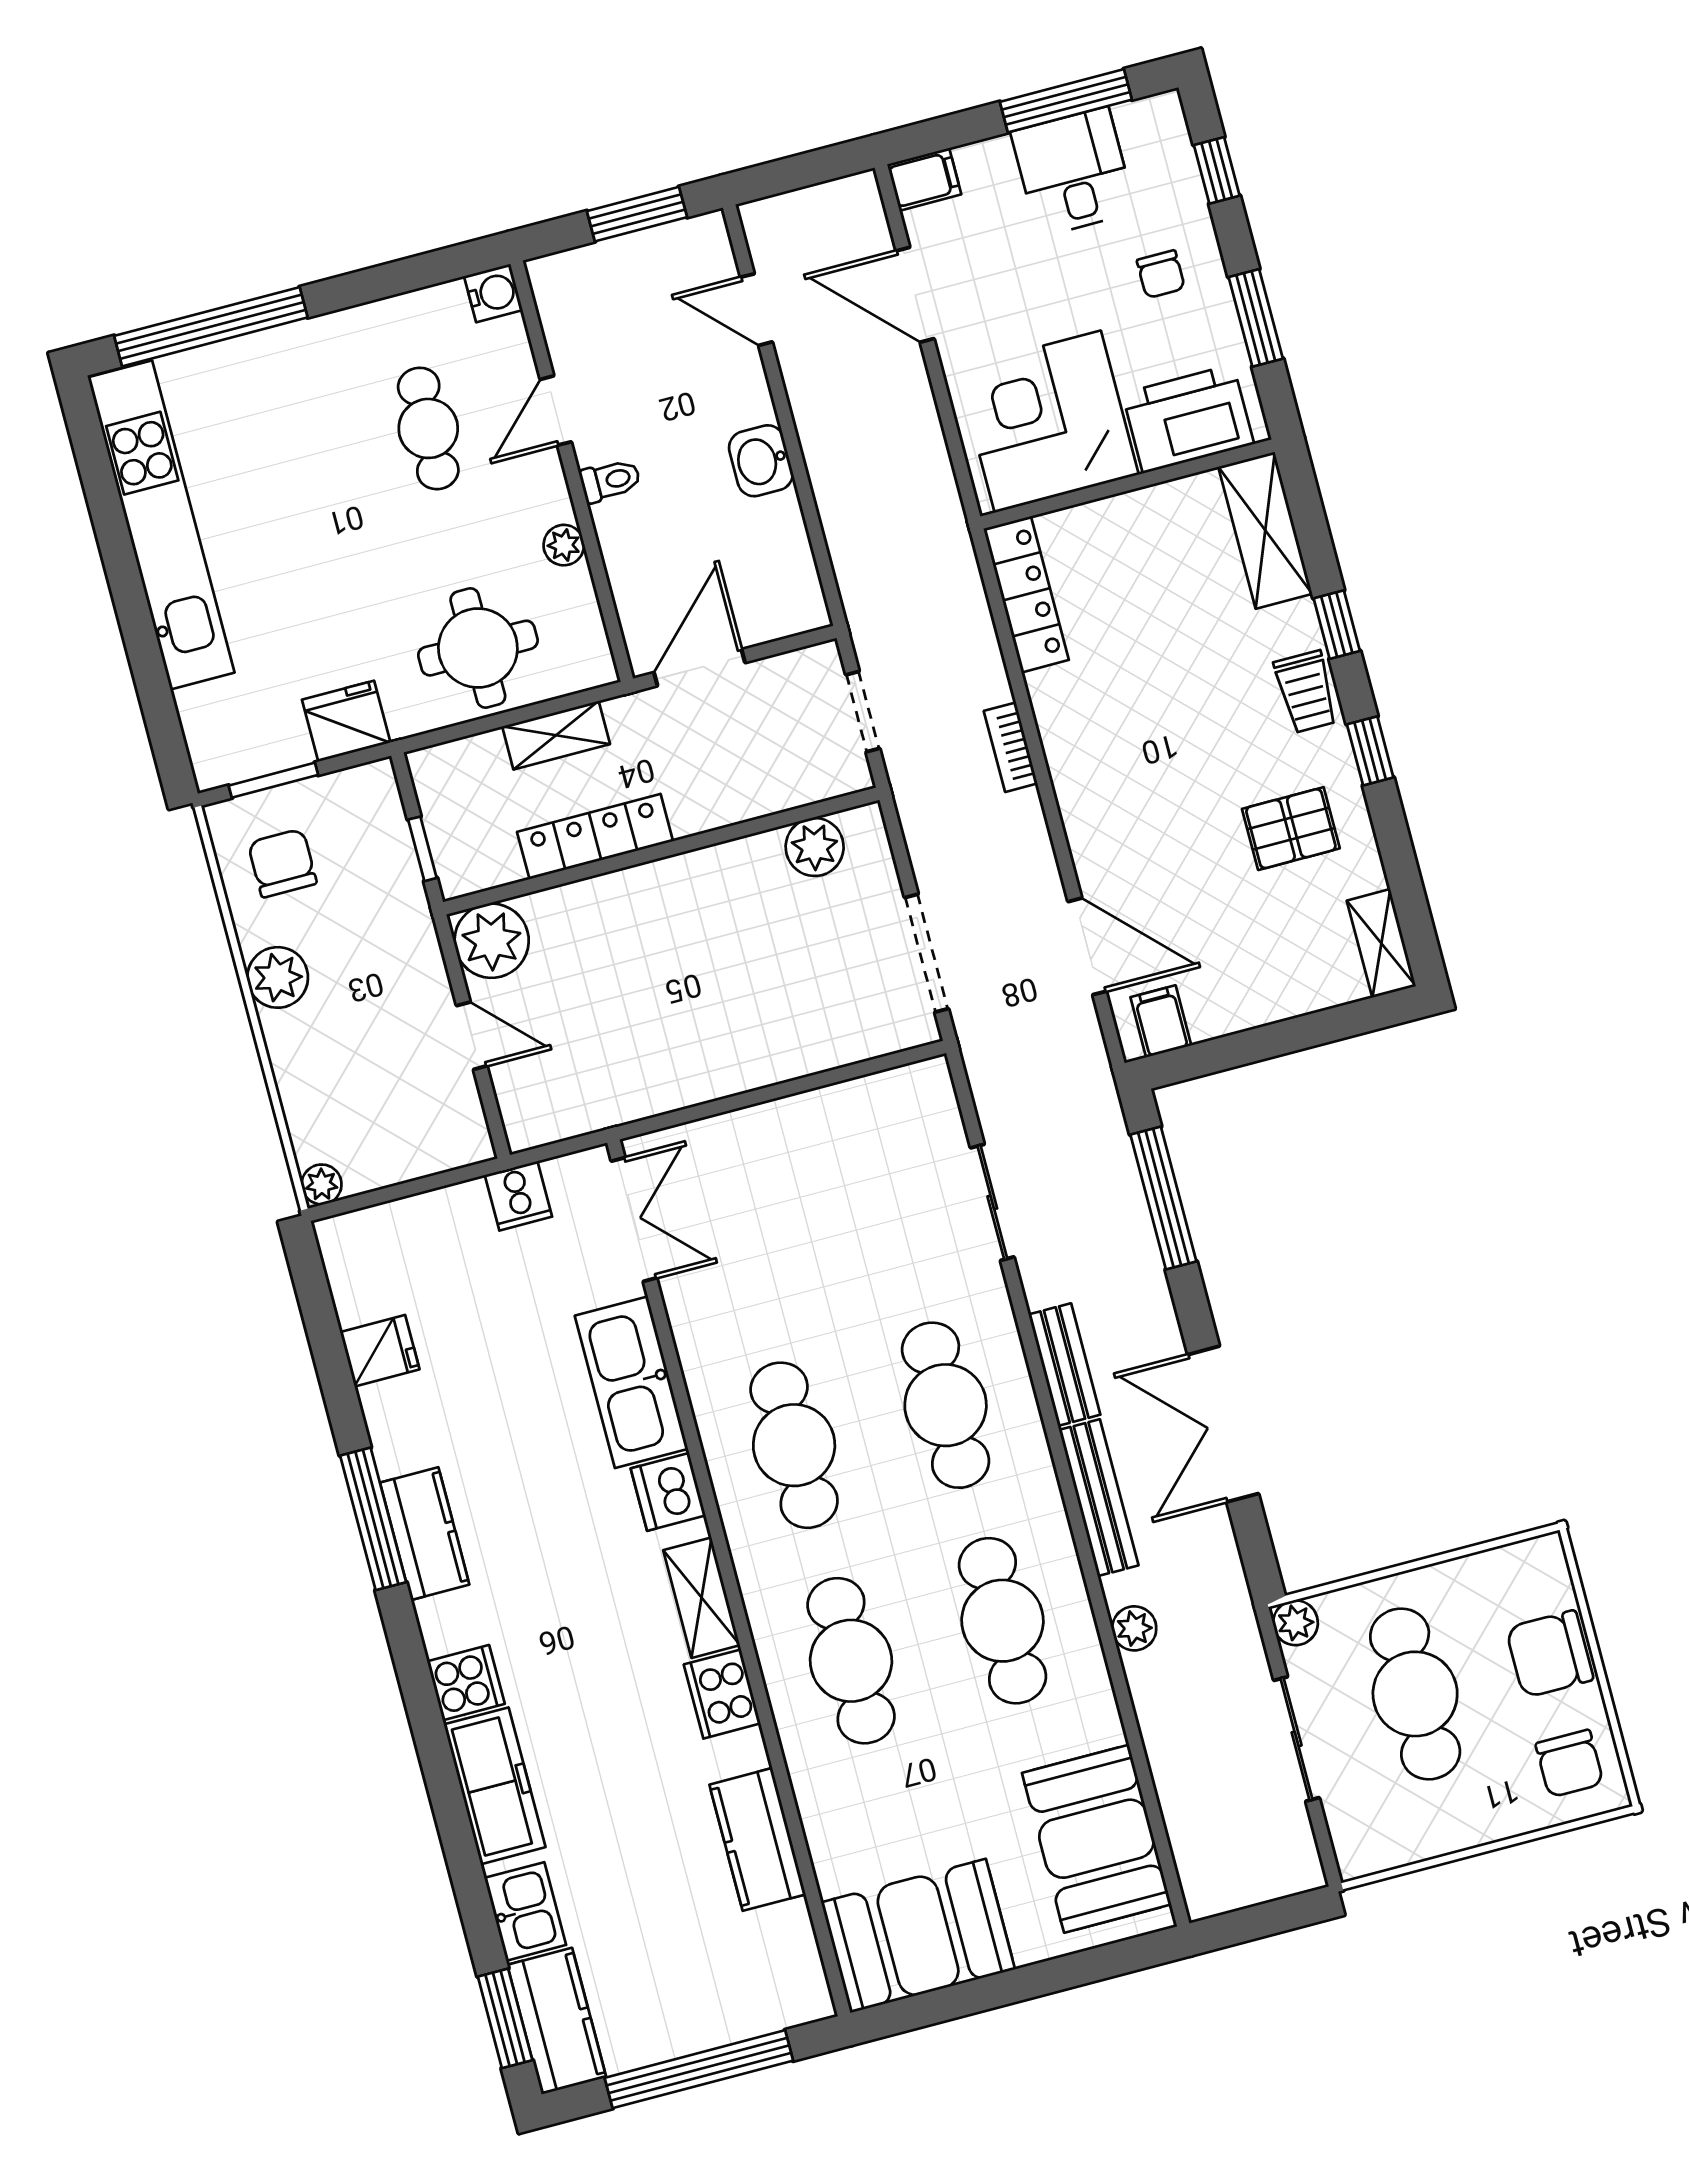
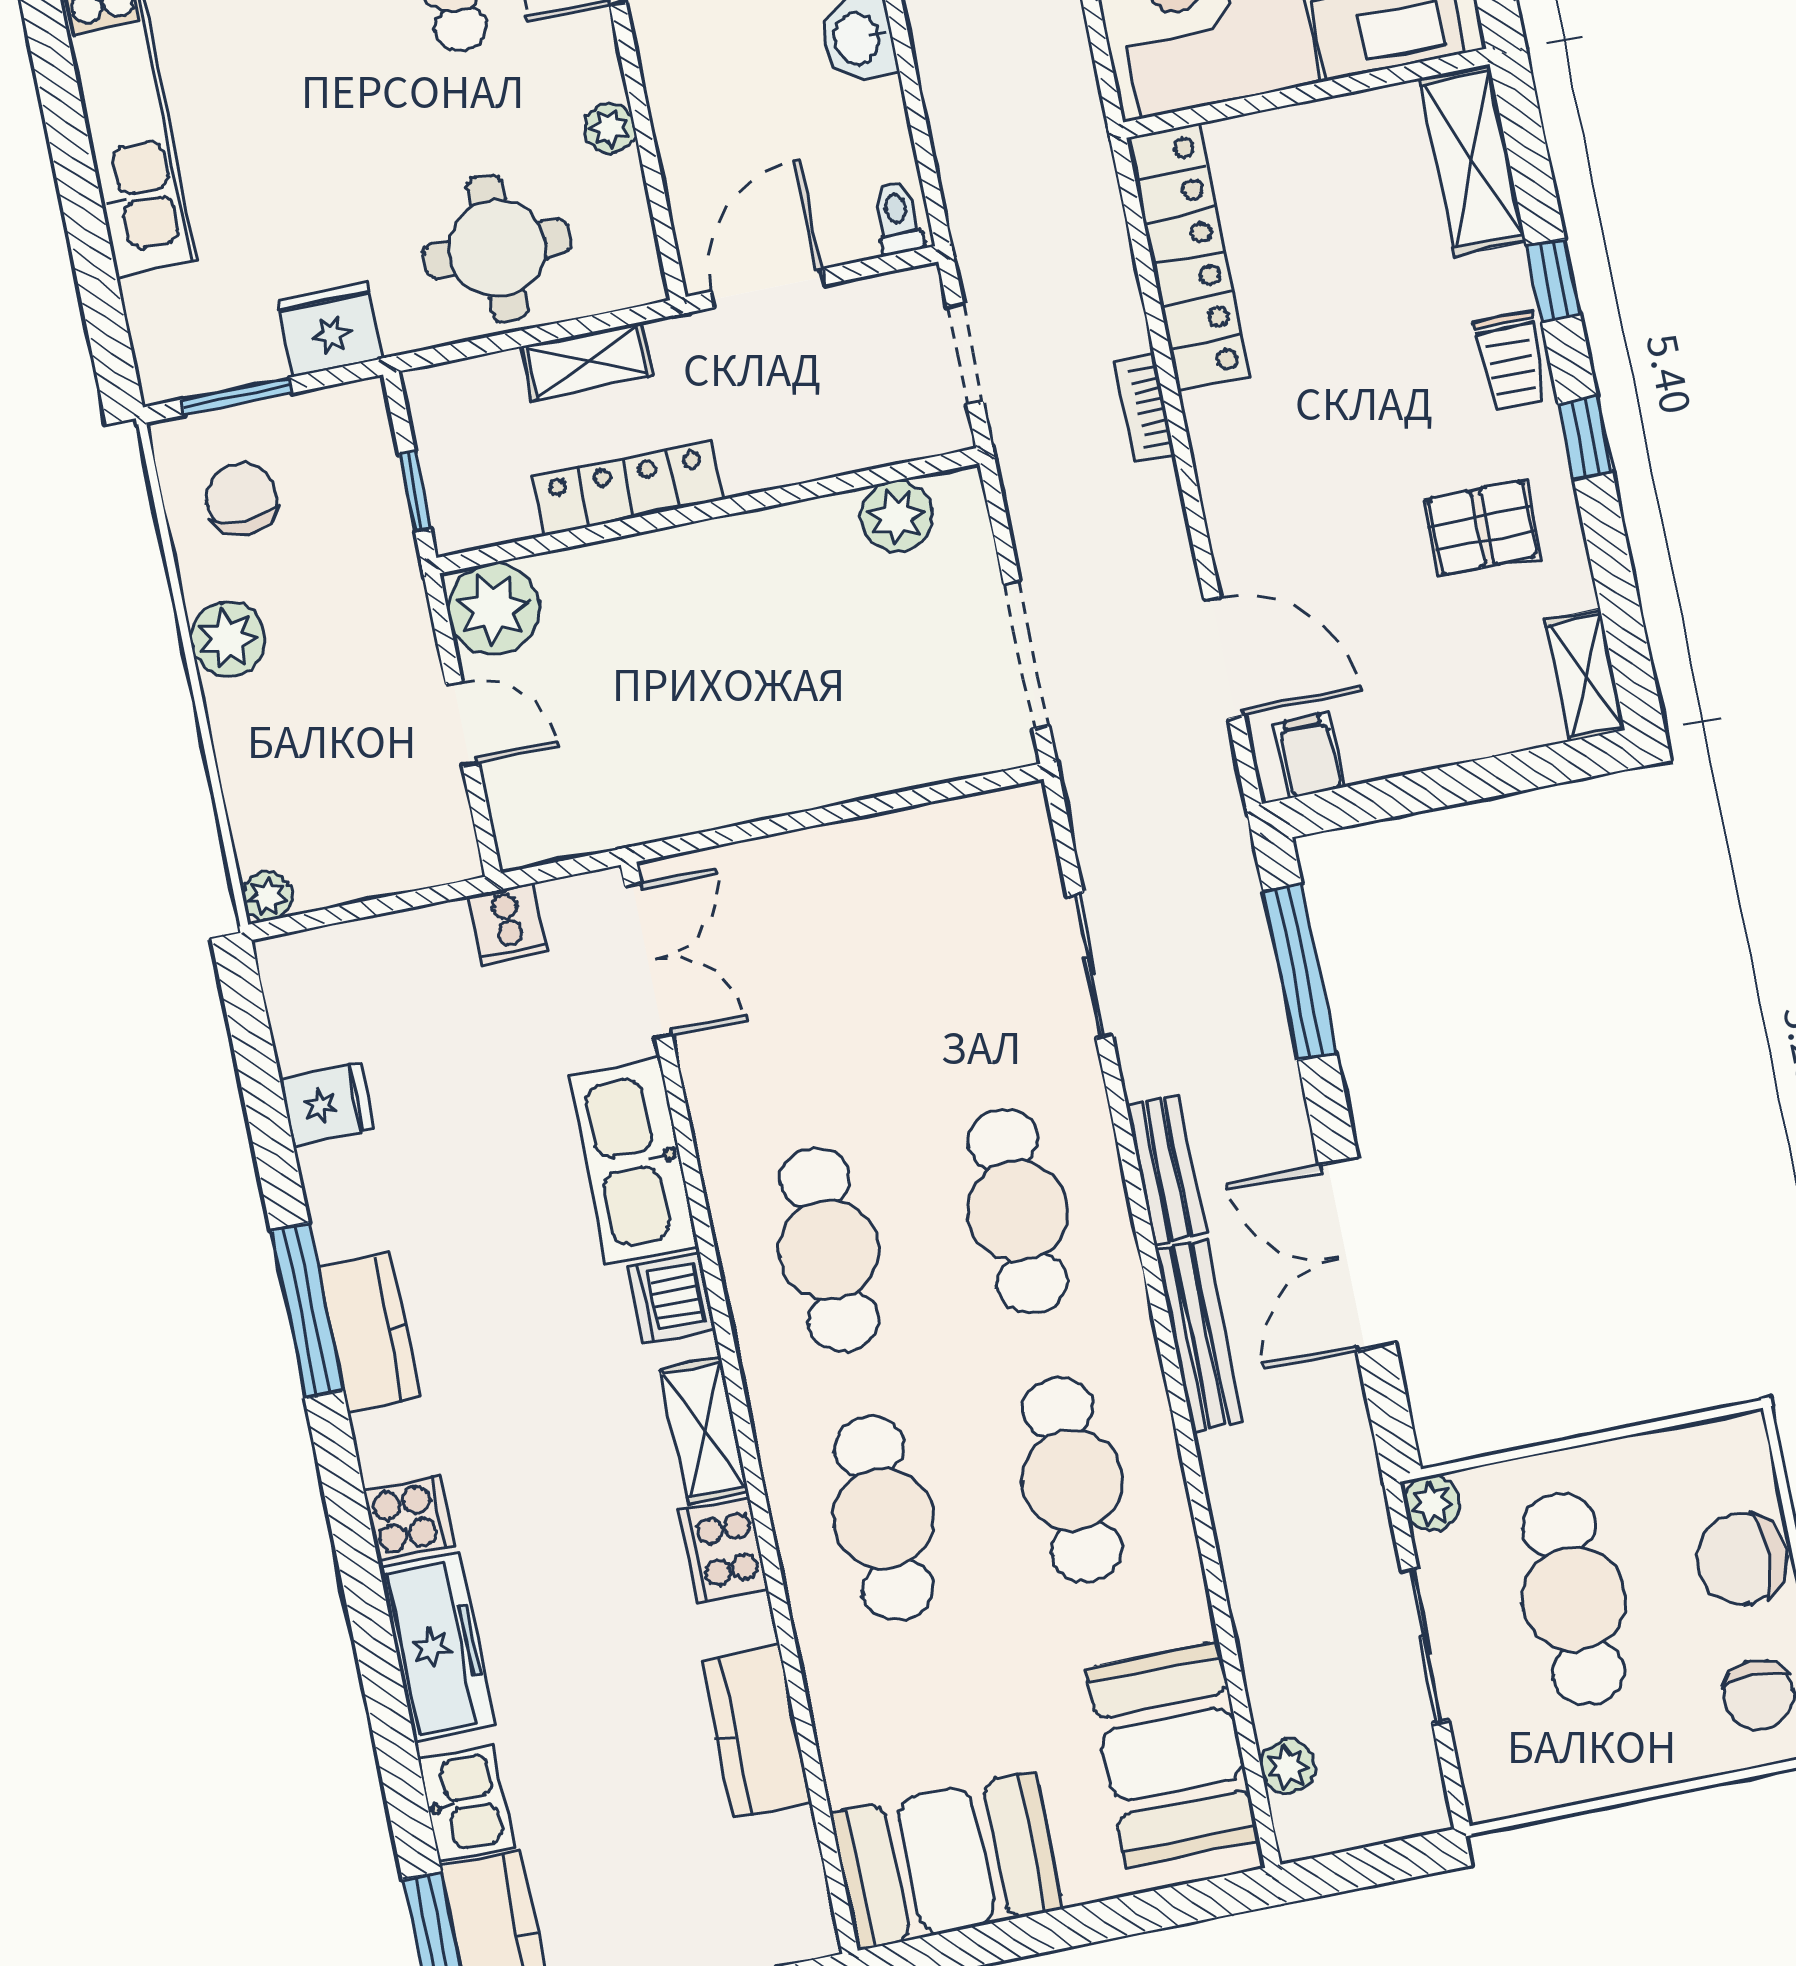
toilet: (610, 480) -> (898, 218), moved, turned -90
locker: (1026, 594) -> (1188, 257), width x1.41, depth x1.21
plant: (1134, 1628) -> (1288, 1767), moved

